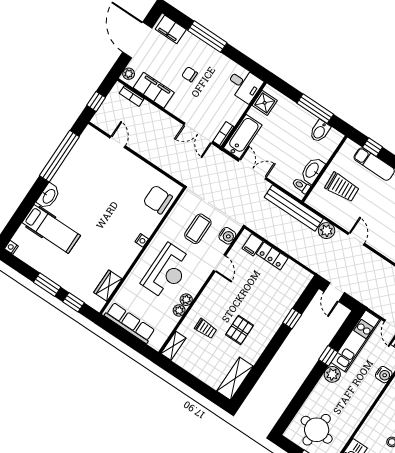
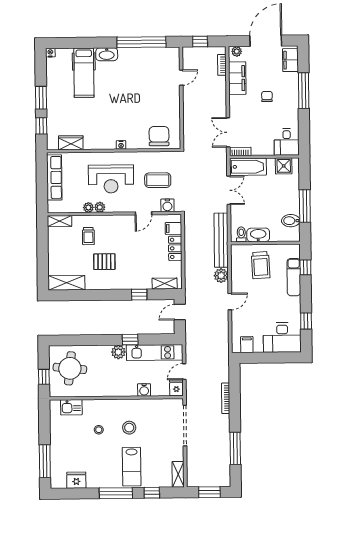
shelving: (298, 288) -> (165, 284), added

